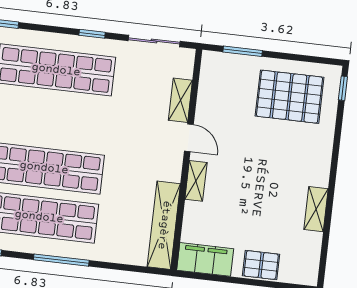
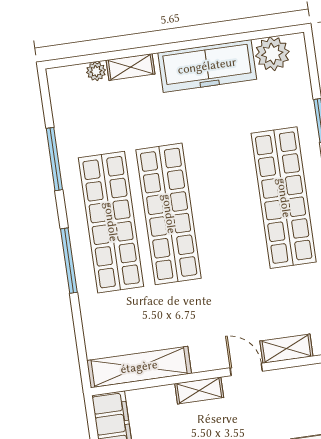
door: (189, 138) -> (246, 370), swing flipped

